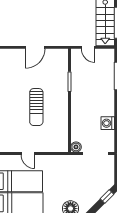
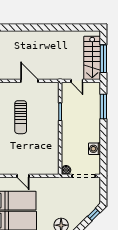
door: (35, 47) -> (29, 81), swing flipped
sun lounger: (36, 107) -> (21, 117), moved

